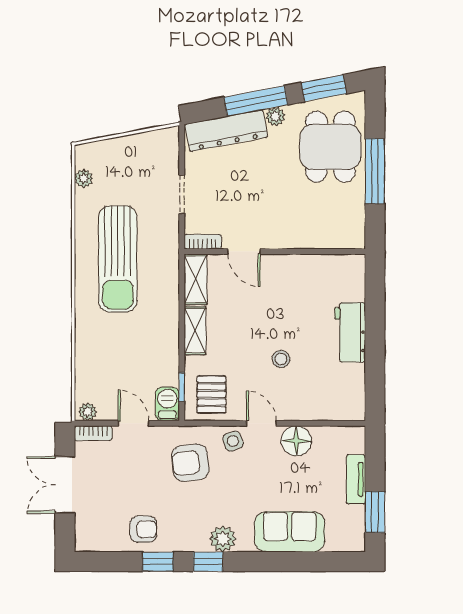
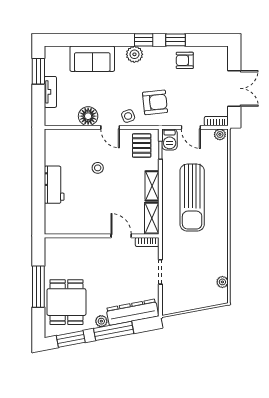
sun lounger: (118, 259) -> (192, 198), moved, turned 180

